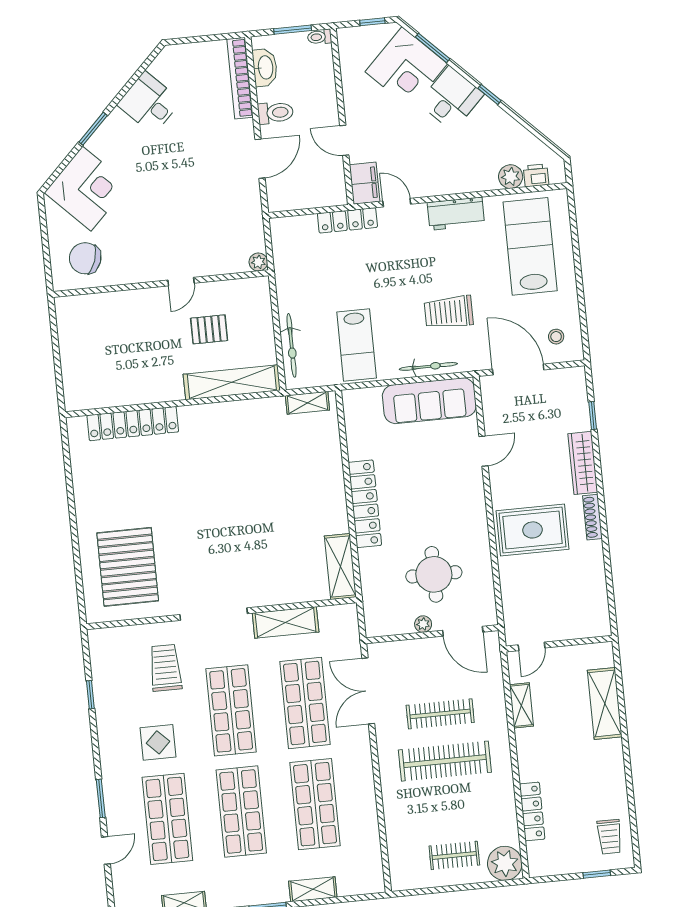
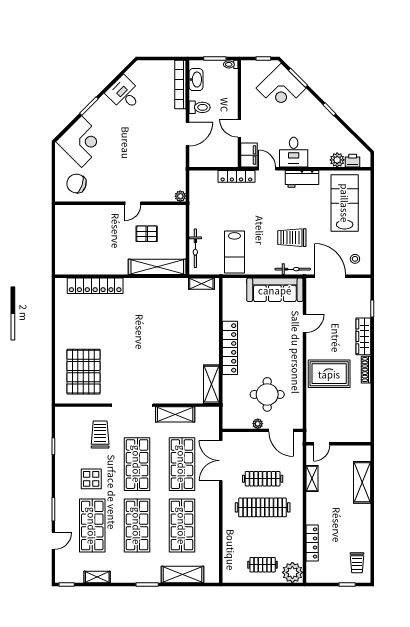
desk: (451, 98) -> (294, 152), moved, turned 135
bicycle: (428, 366) -> (293, 269), moved
shelving: (313, 889) -> (183, 574), width x1.50, depth x1.33

